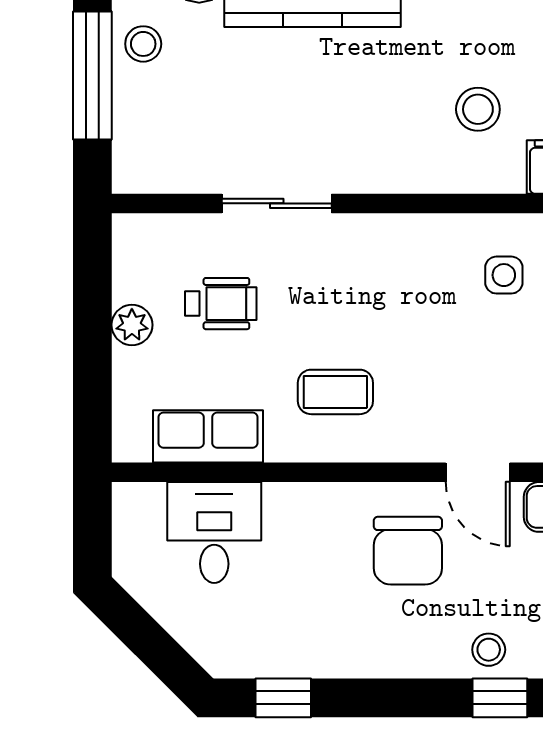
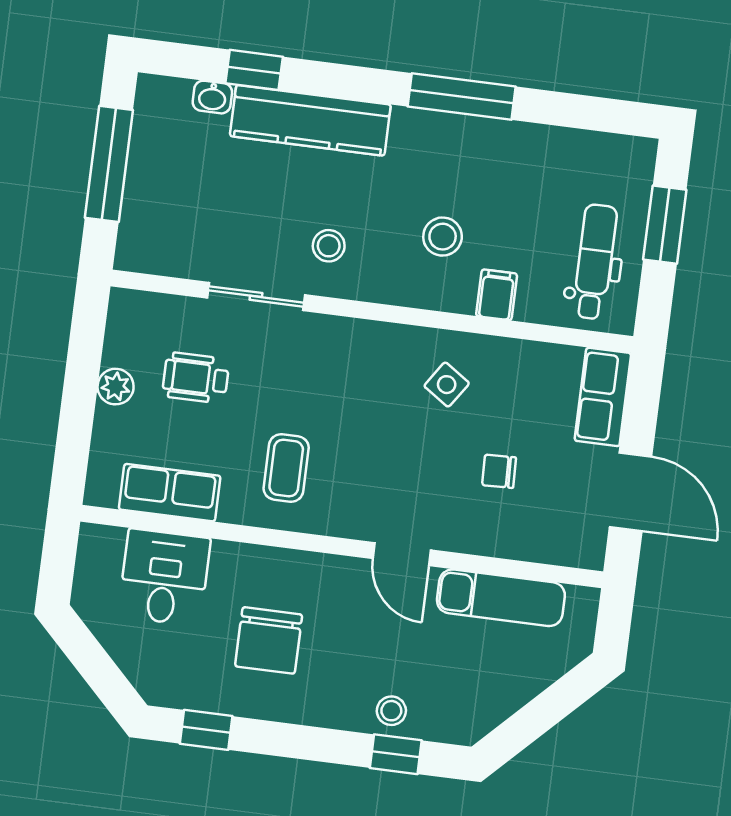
stool: (143, 44) -> (329, 246), moved
side table: (504, 275) -> (447, 385), turned 34
wheelchair: (221, 304) -> (196, 378), turned 180
coffee table: (335, 392) -> (286, 468), turned 90
chair: (408, 551) -> (269, 640), moved

